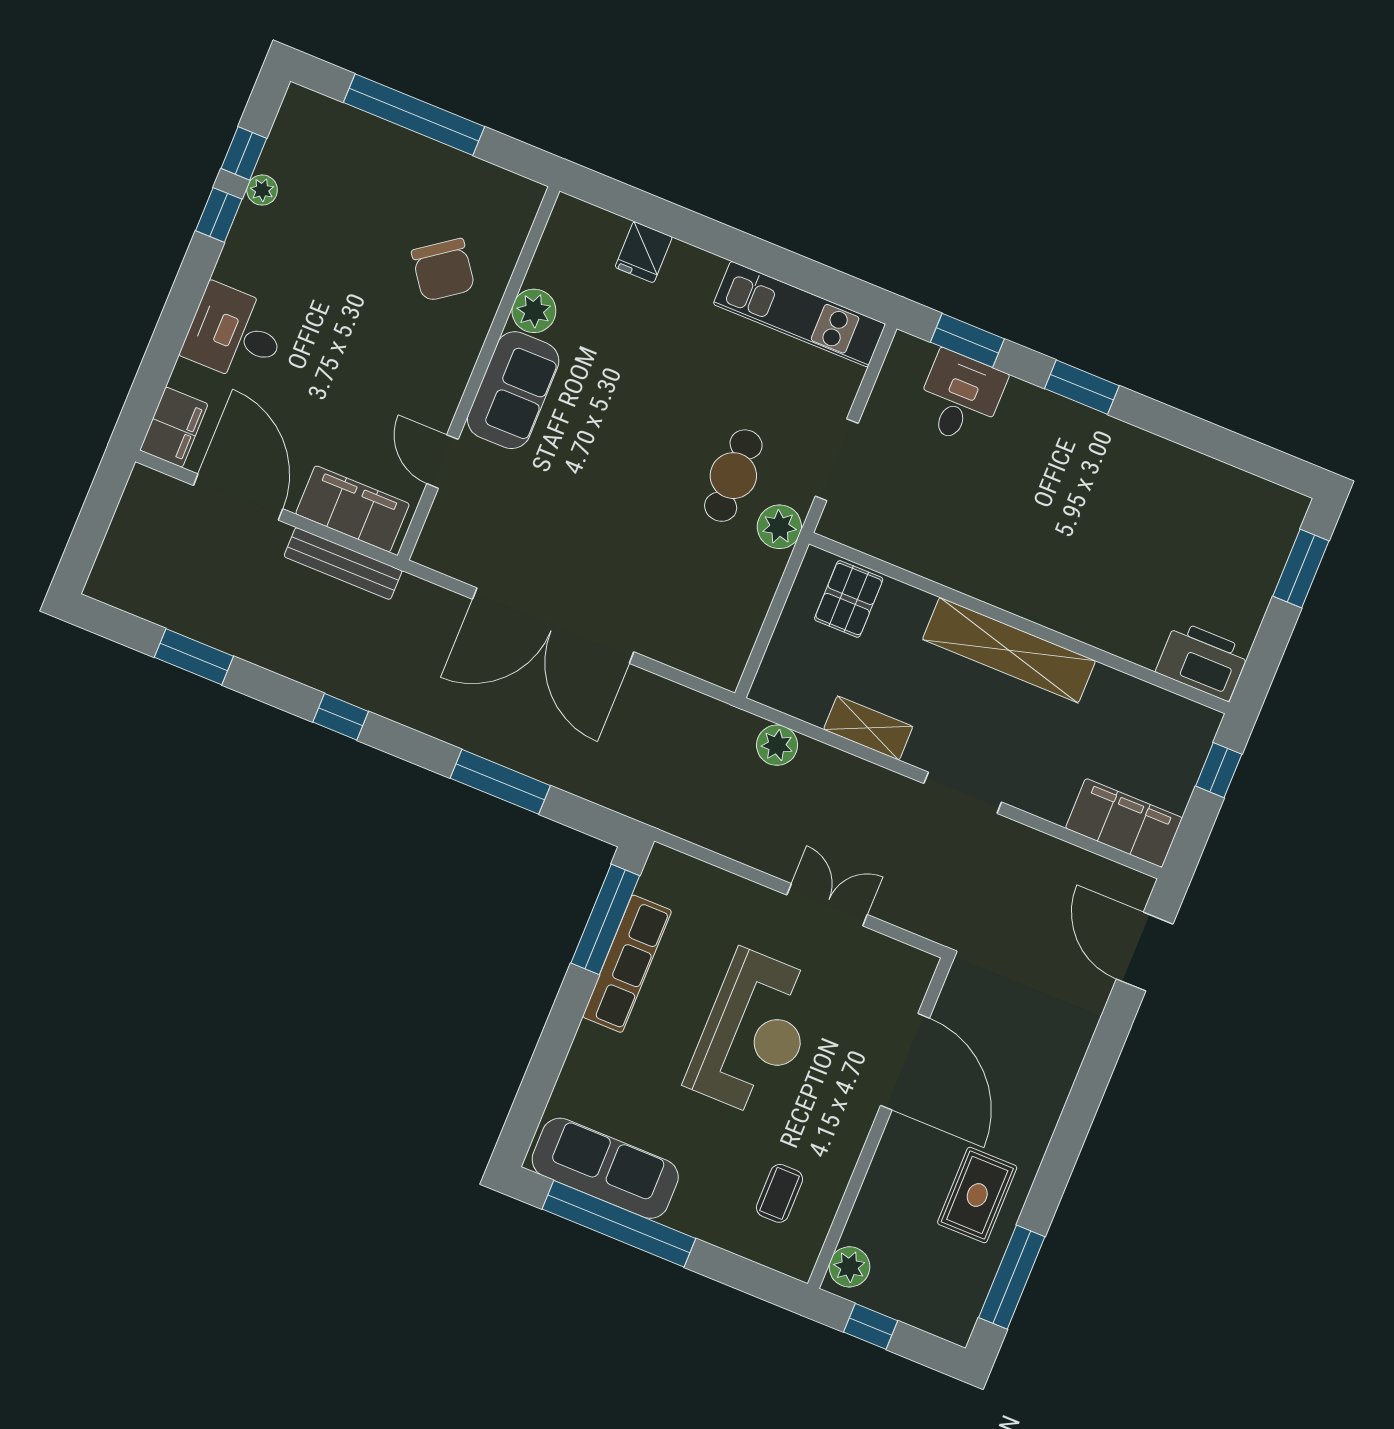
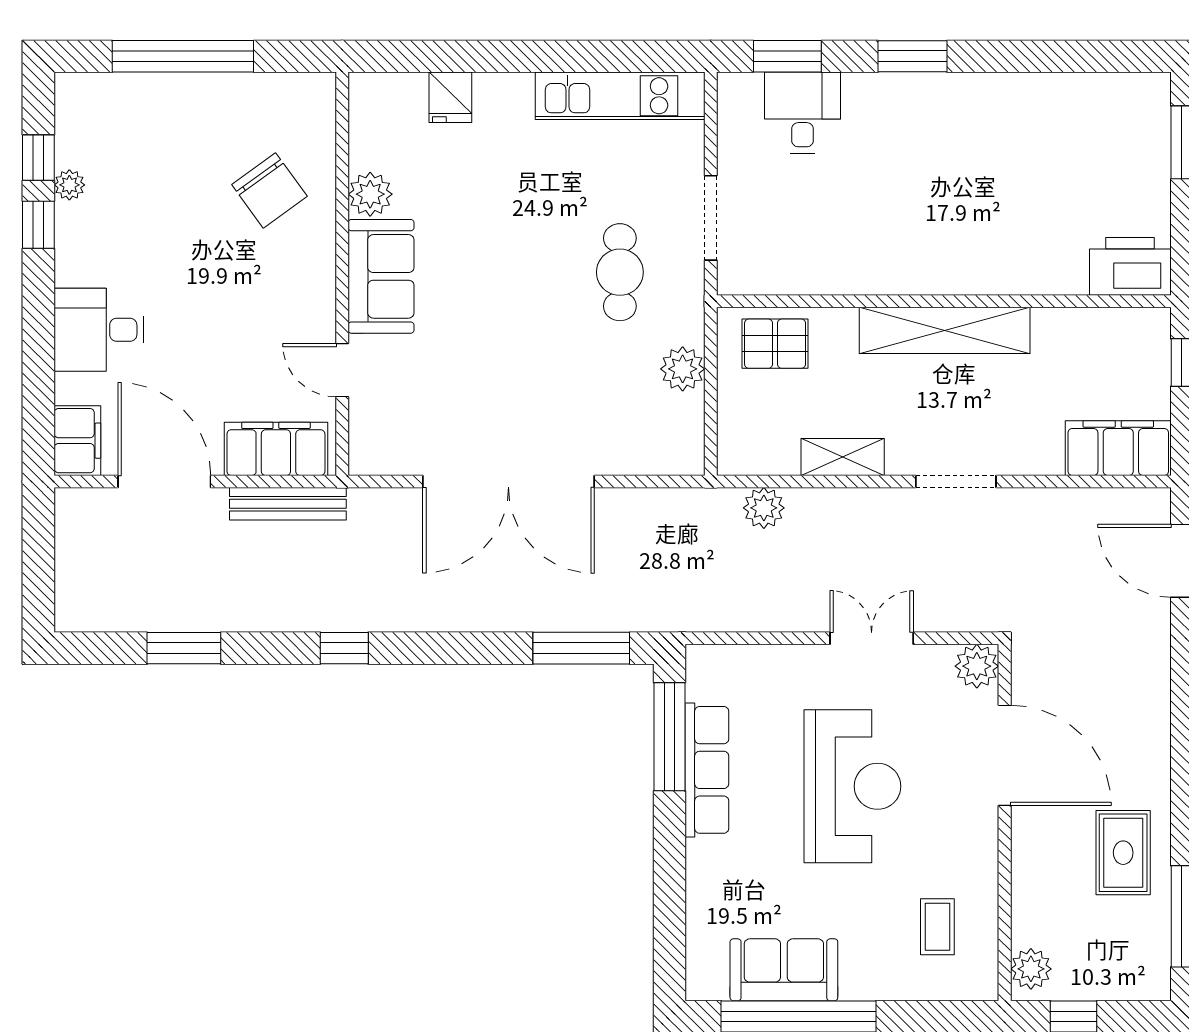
plant: (779, 527) -> (683, 369), moved
pallet: (849, 599) -> (775, 344), turned 90
window: (500, 782) -> (581, 648), moved
plant: (913, 970) -> (977, 666), added
sofa: (605, 1168) -> (784, 970), width x0.73

